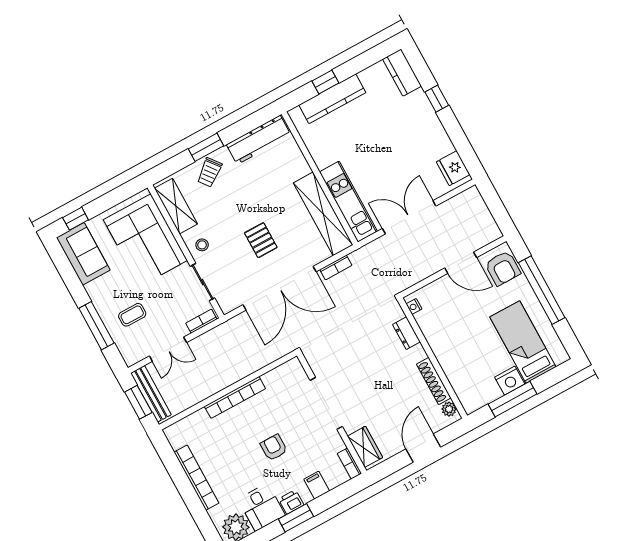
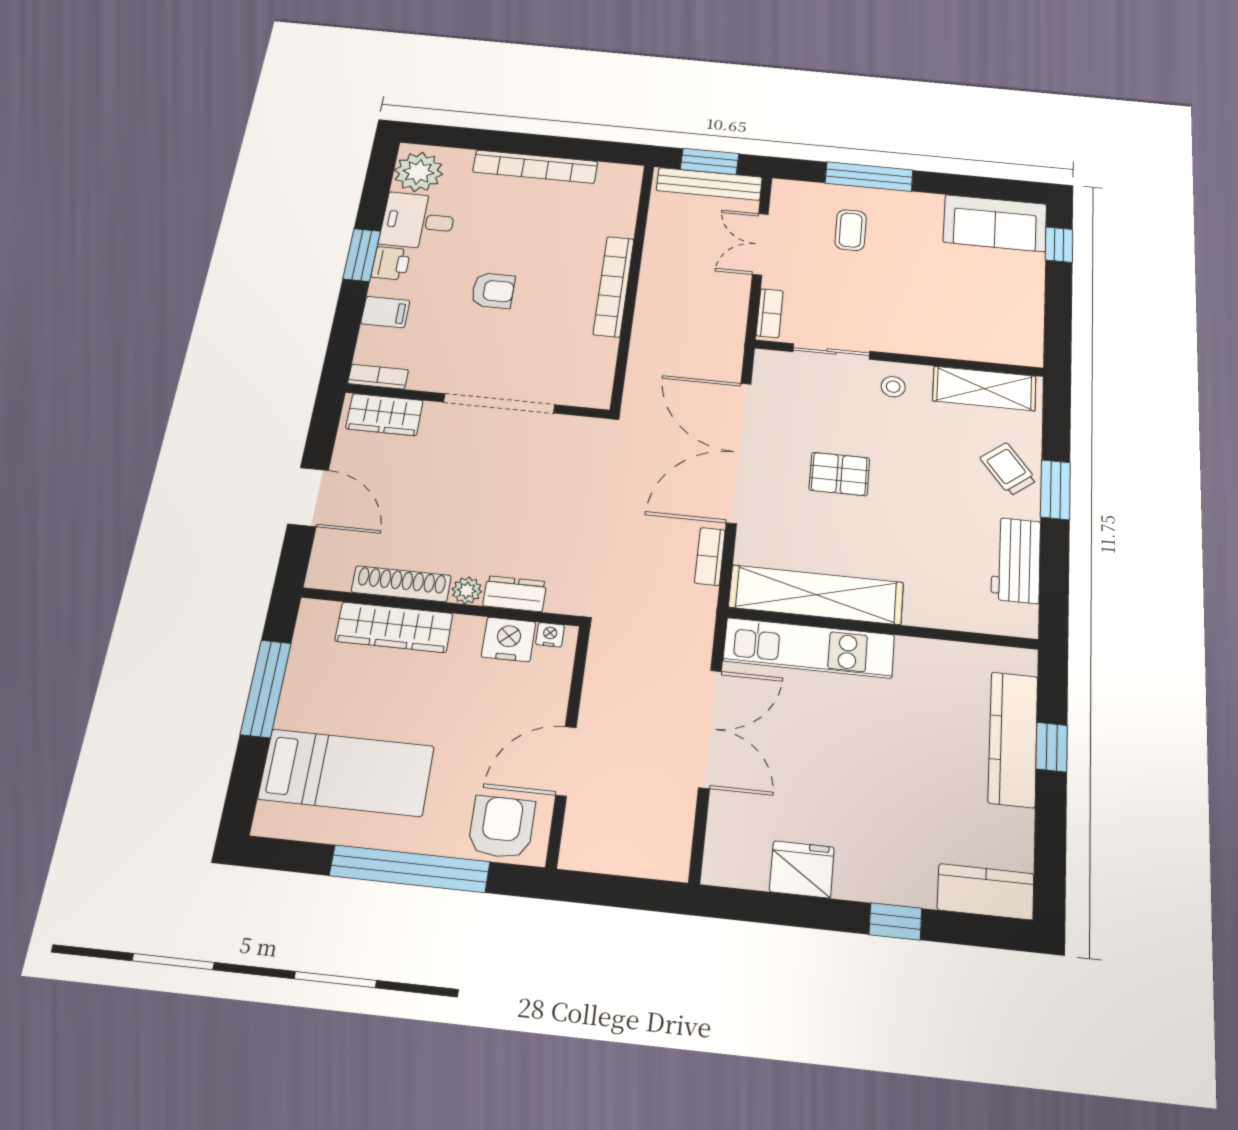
workbench: (259, 140) -> (1016, 560), width x0.73
fridge: (453, 168) -> (802, 869), moved
corner sofa: (145, 240) -> (958, 315), removed
armchair: (503, 268) -> (501, 827), turned 90
wardrobe: (454, 370) -> (394, 627), added
nightstand: (510, 381) -> (509, 639), moved, turned 90
plant: (449, 409) -> (467, 590), moved

